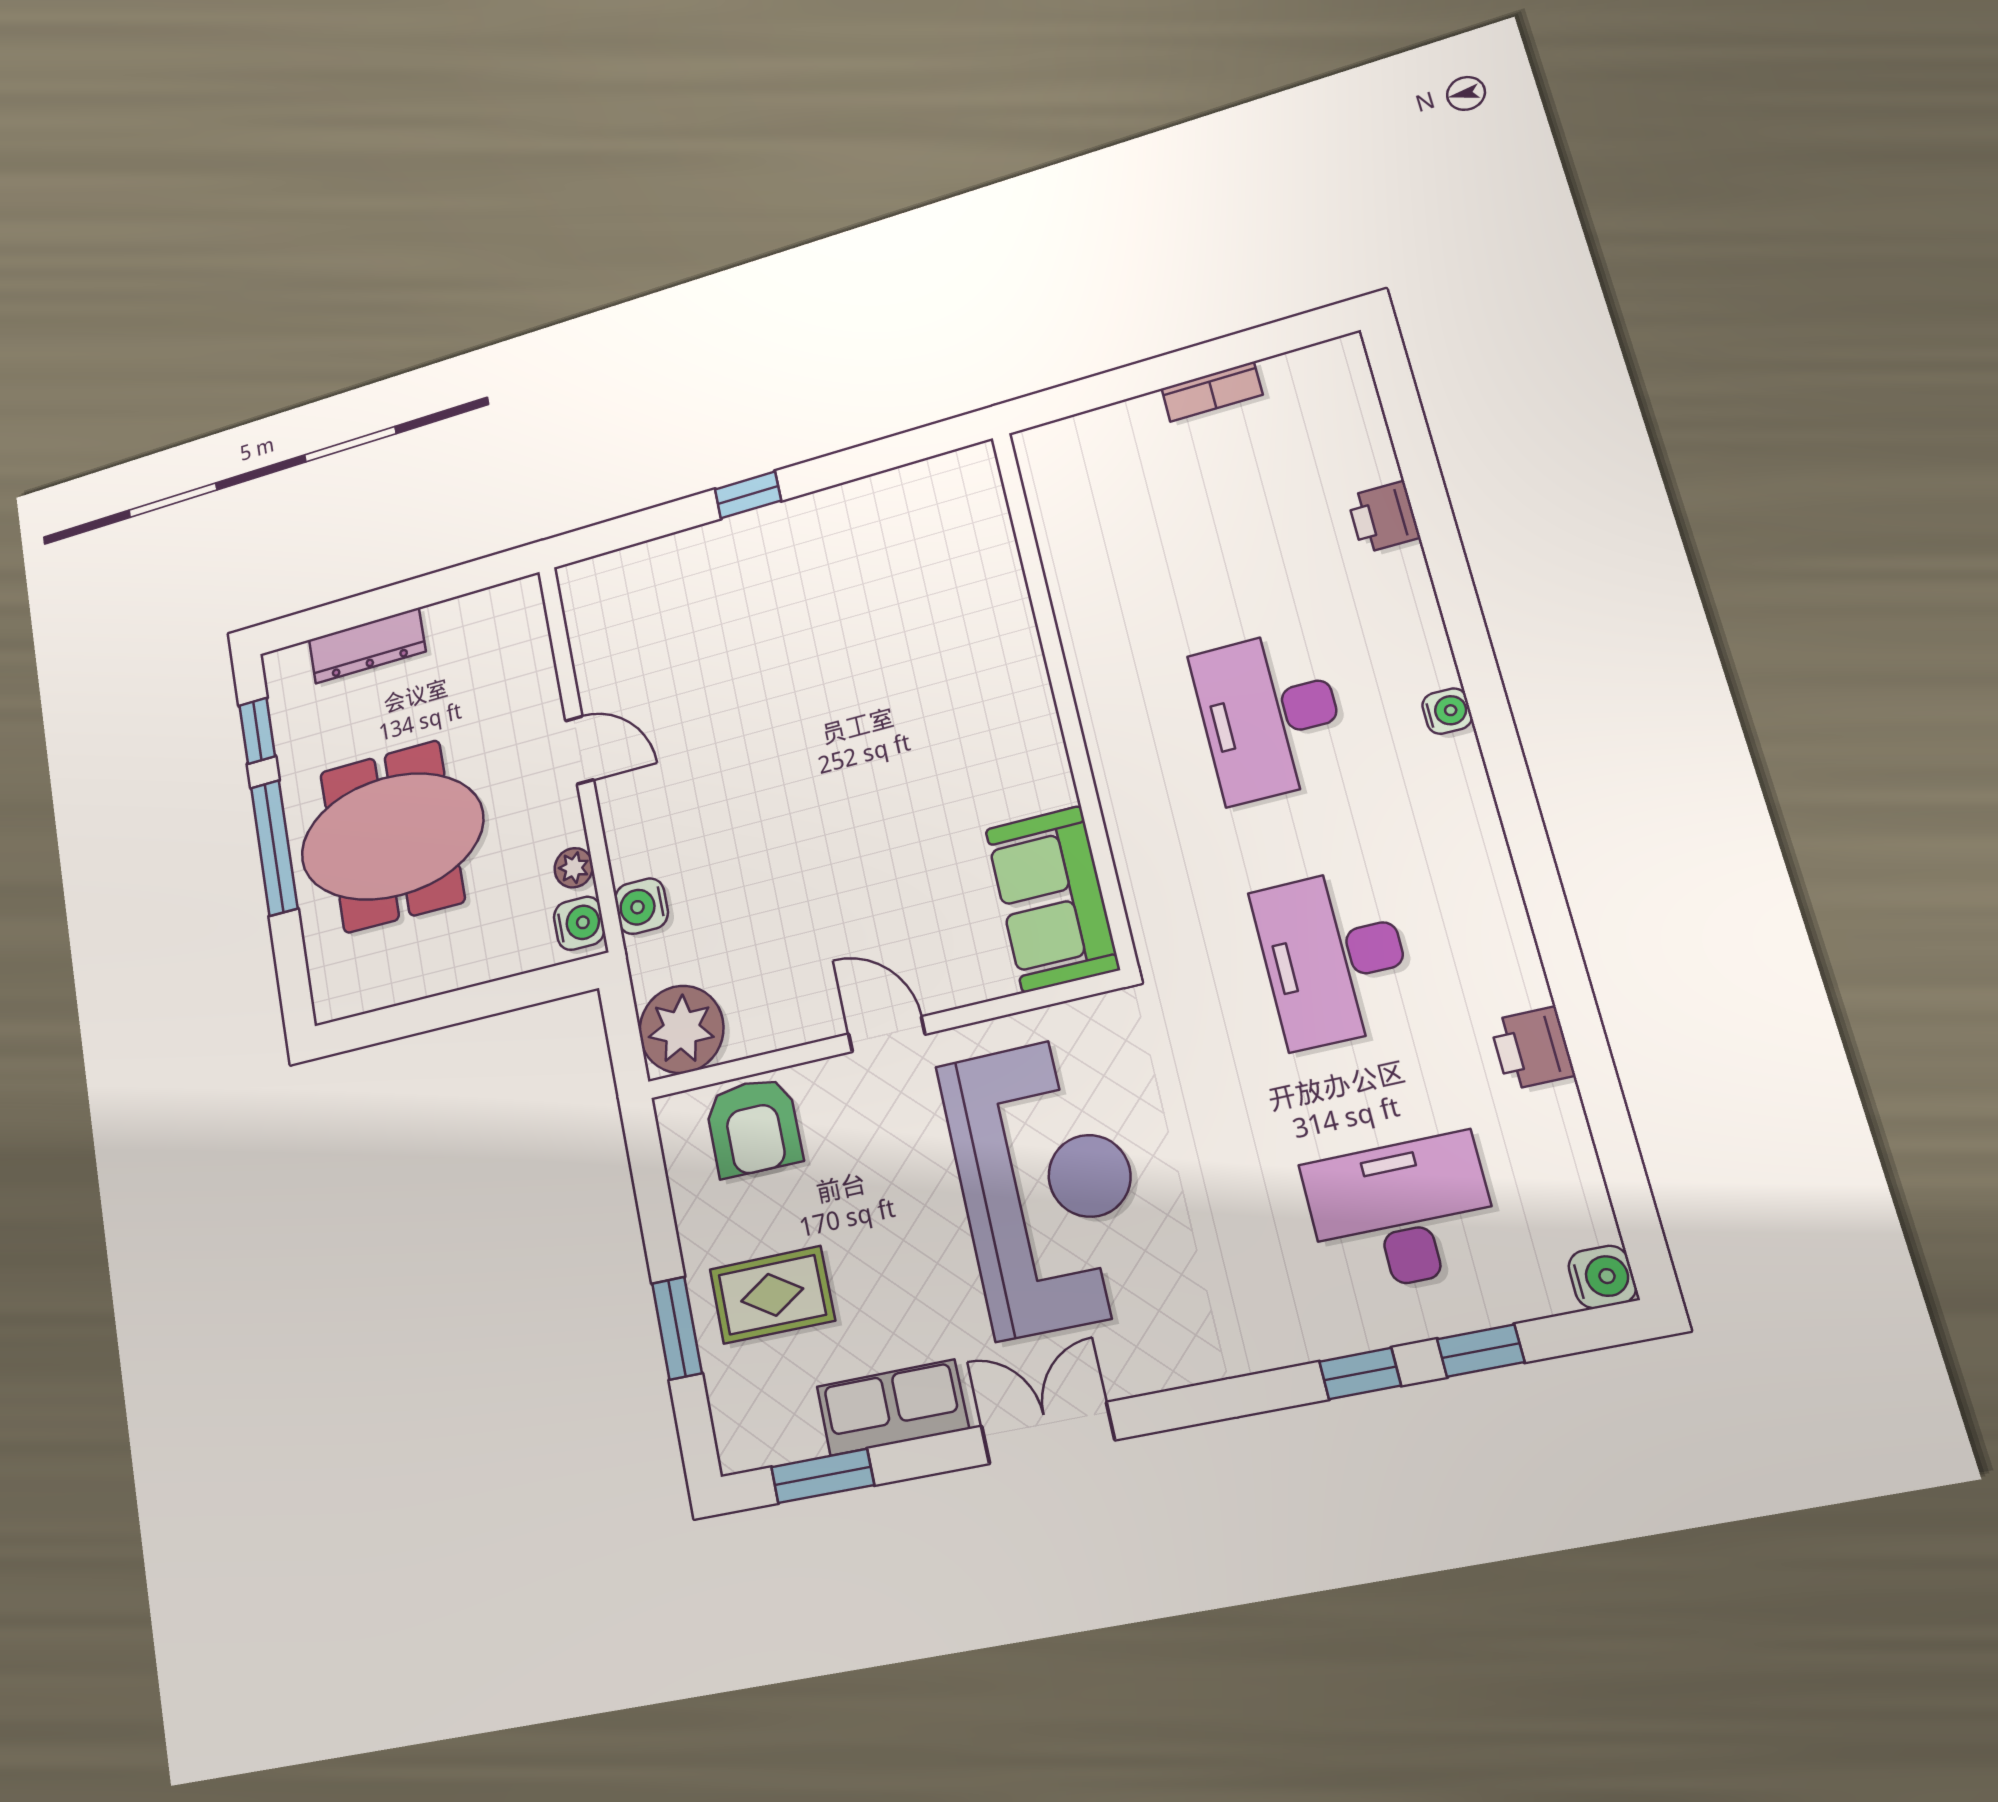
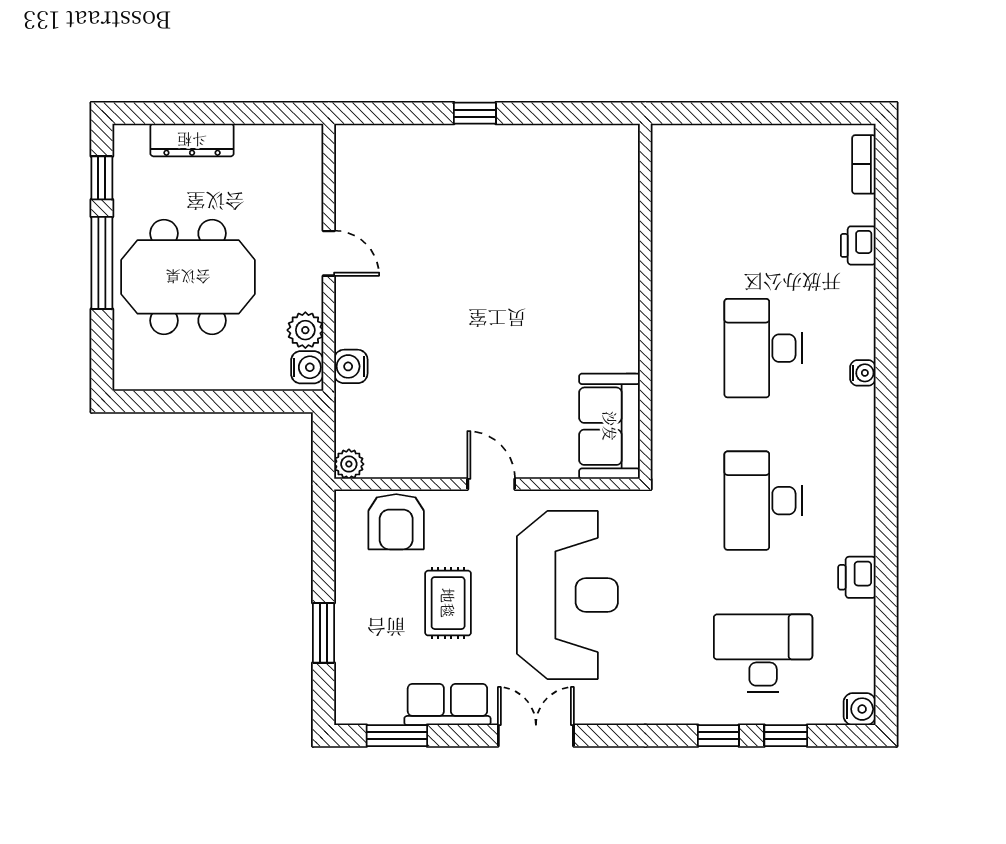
bookcase: (1212, 392) -> (864, 164), moved, turned 90
plant: (574, 868) -> (305, 330), width x1.38, depth x1.38
plant: (681, 1029) -> (349, 464), width x0.53, depth x0.53
rug: (772, 1295) -> (448, 603), moved, turned 90

